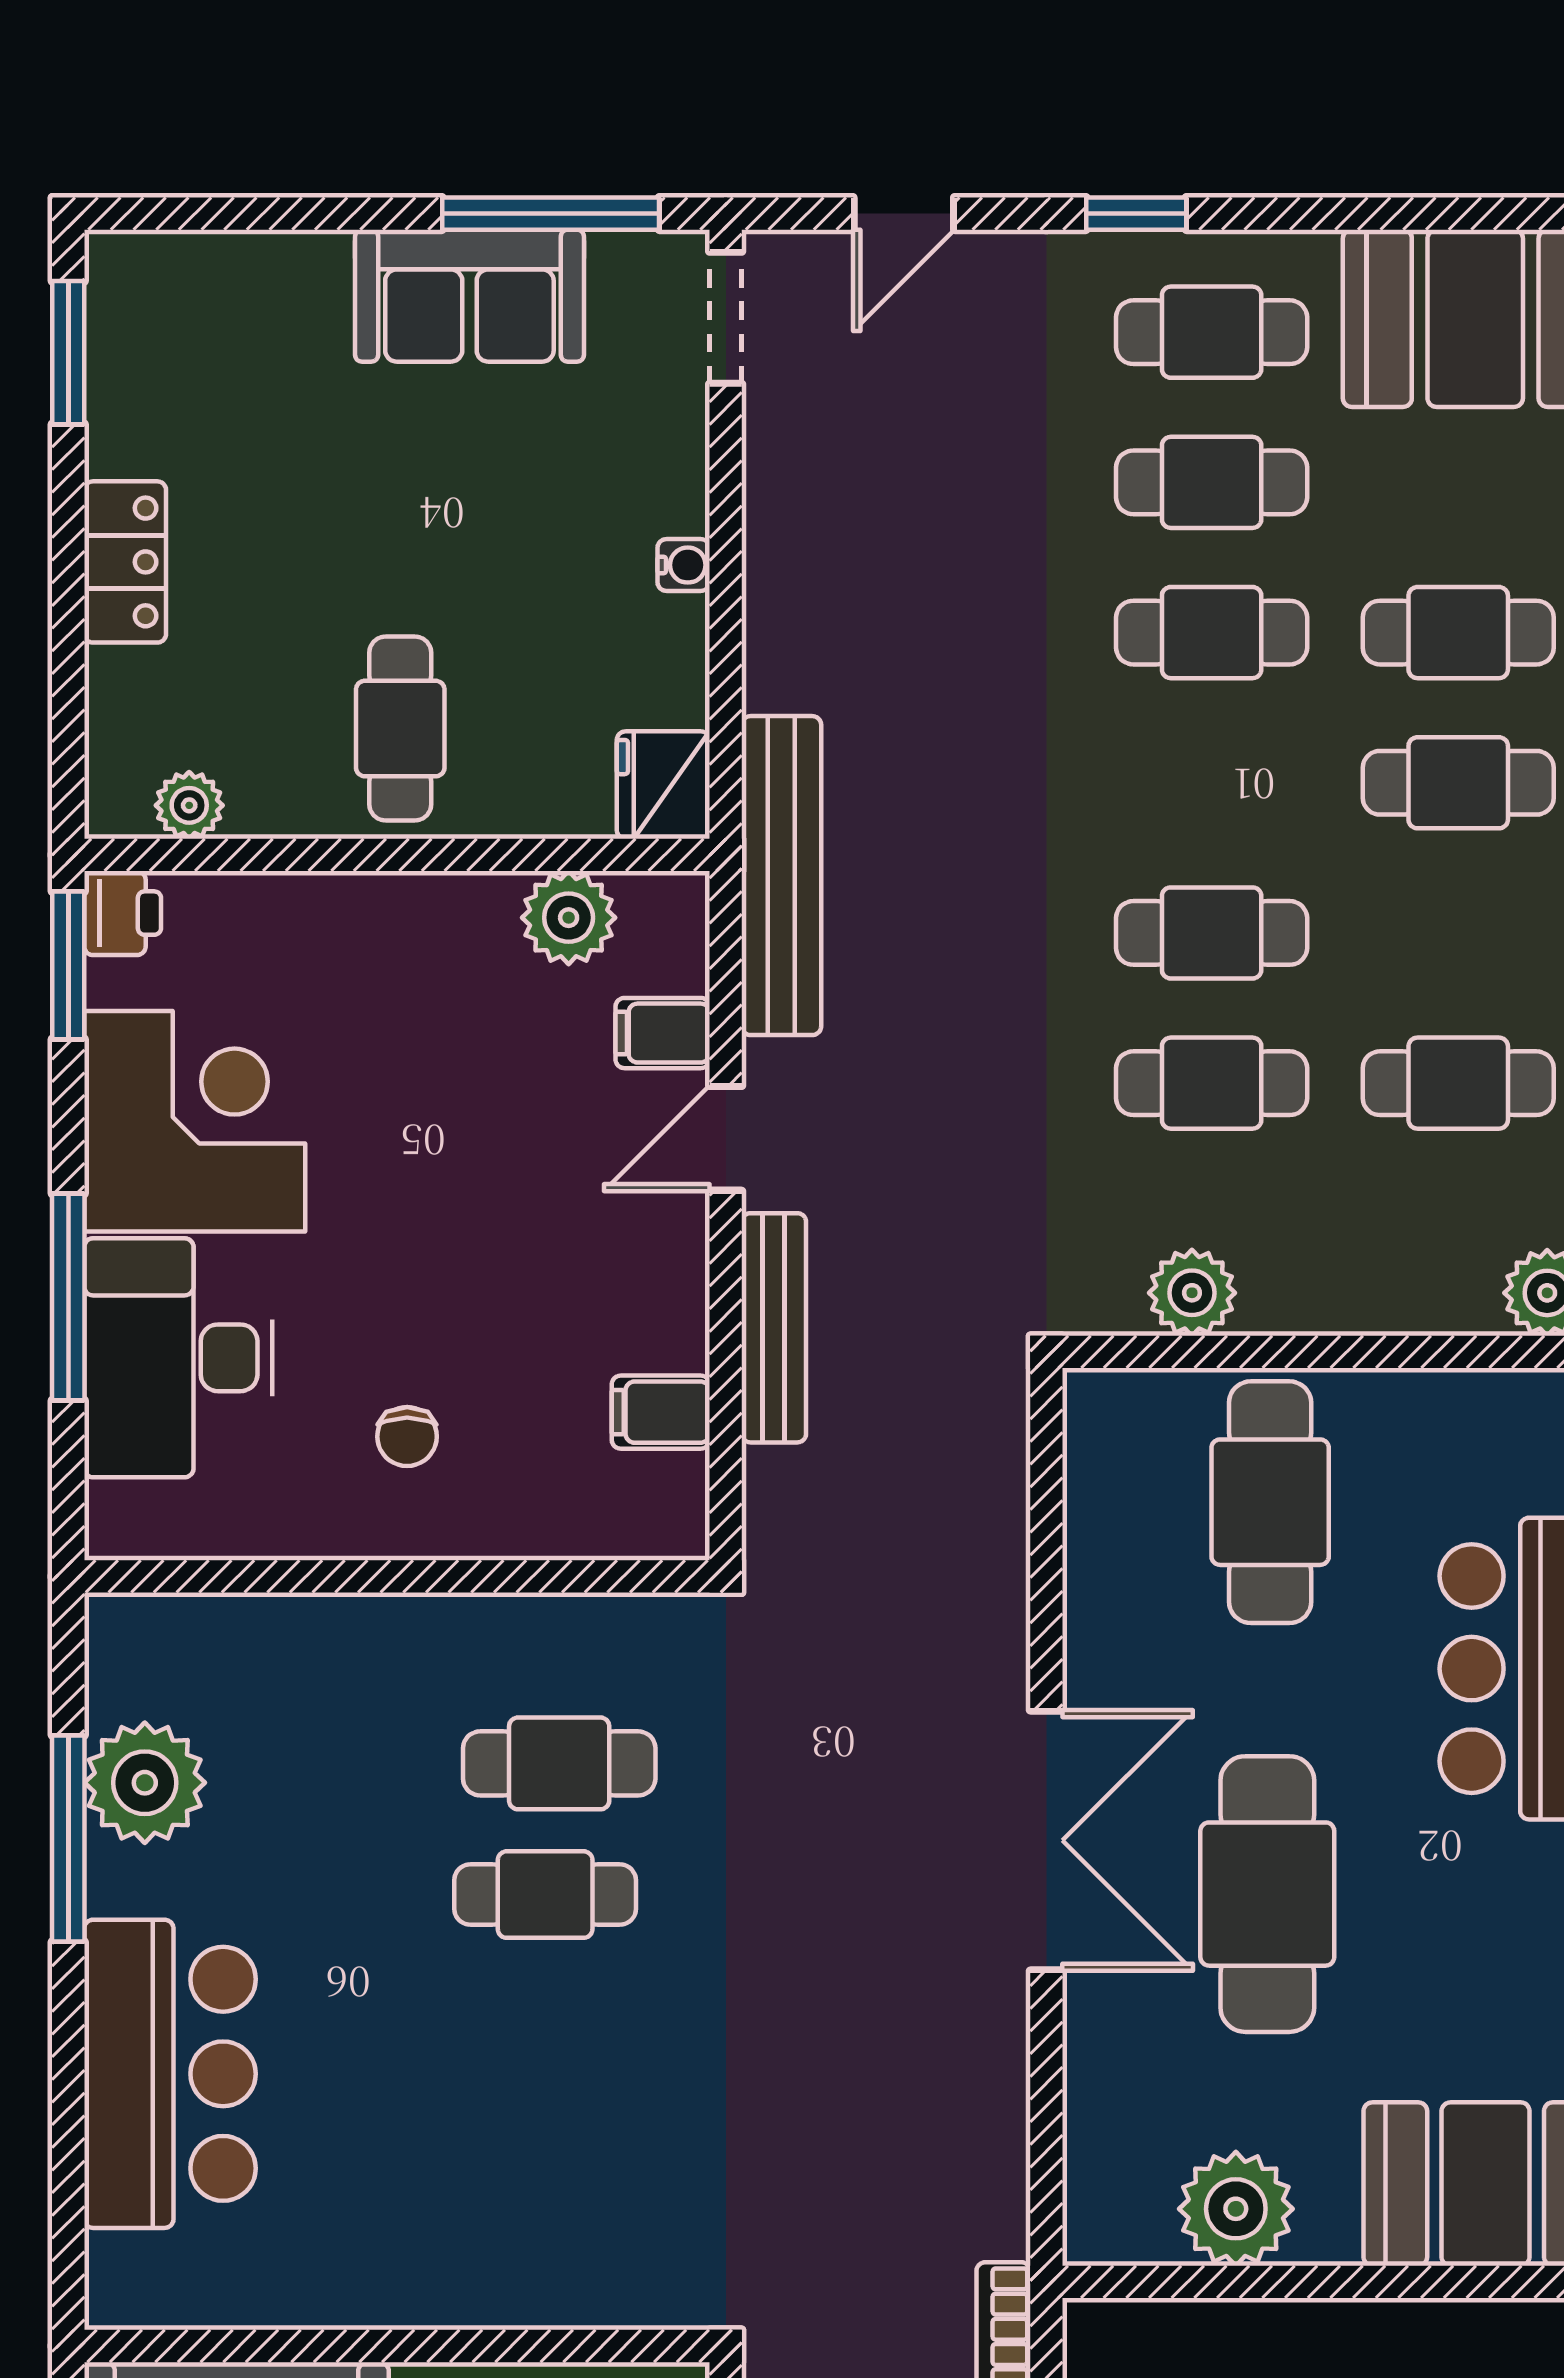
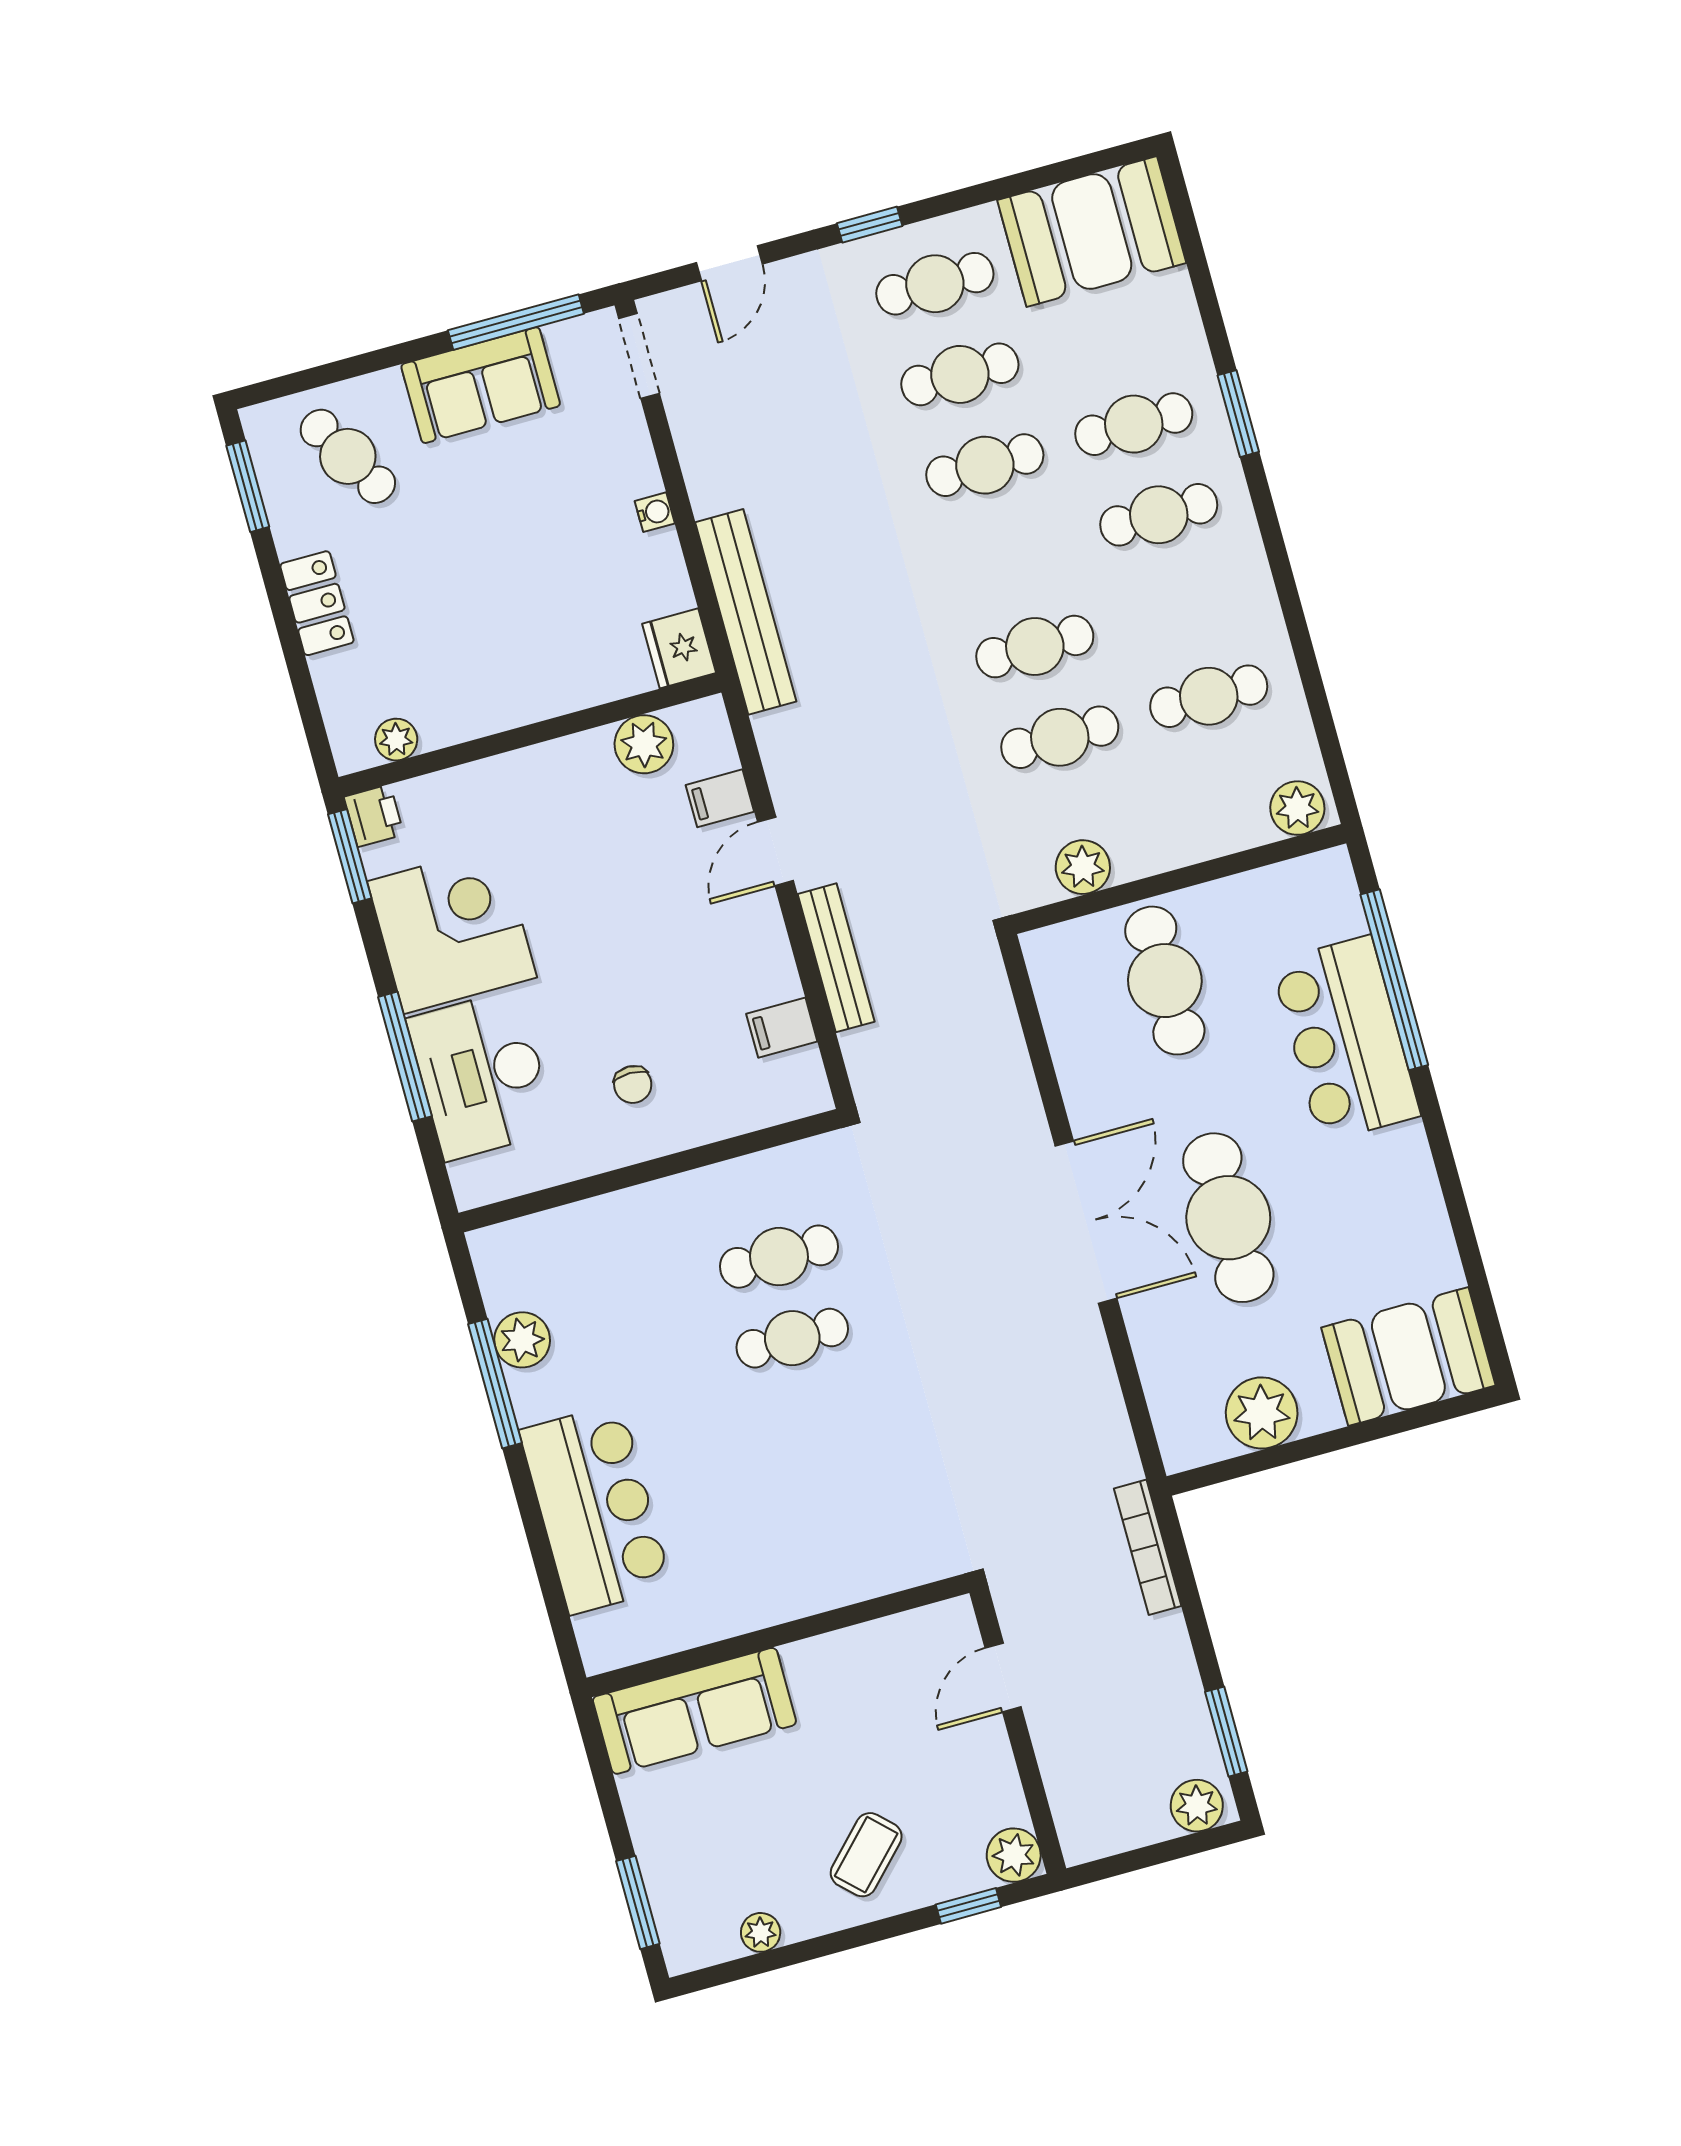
cafe table: (400, 729) -> (348, 456), moved, turned -30
bench: (781, 876) -> (746, 612), moved
plant: (145, 1783) -> (522, 1340), width x0.73, depth x0.73

